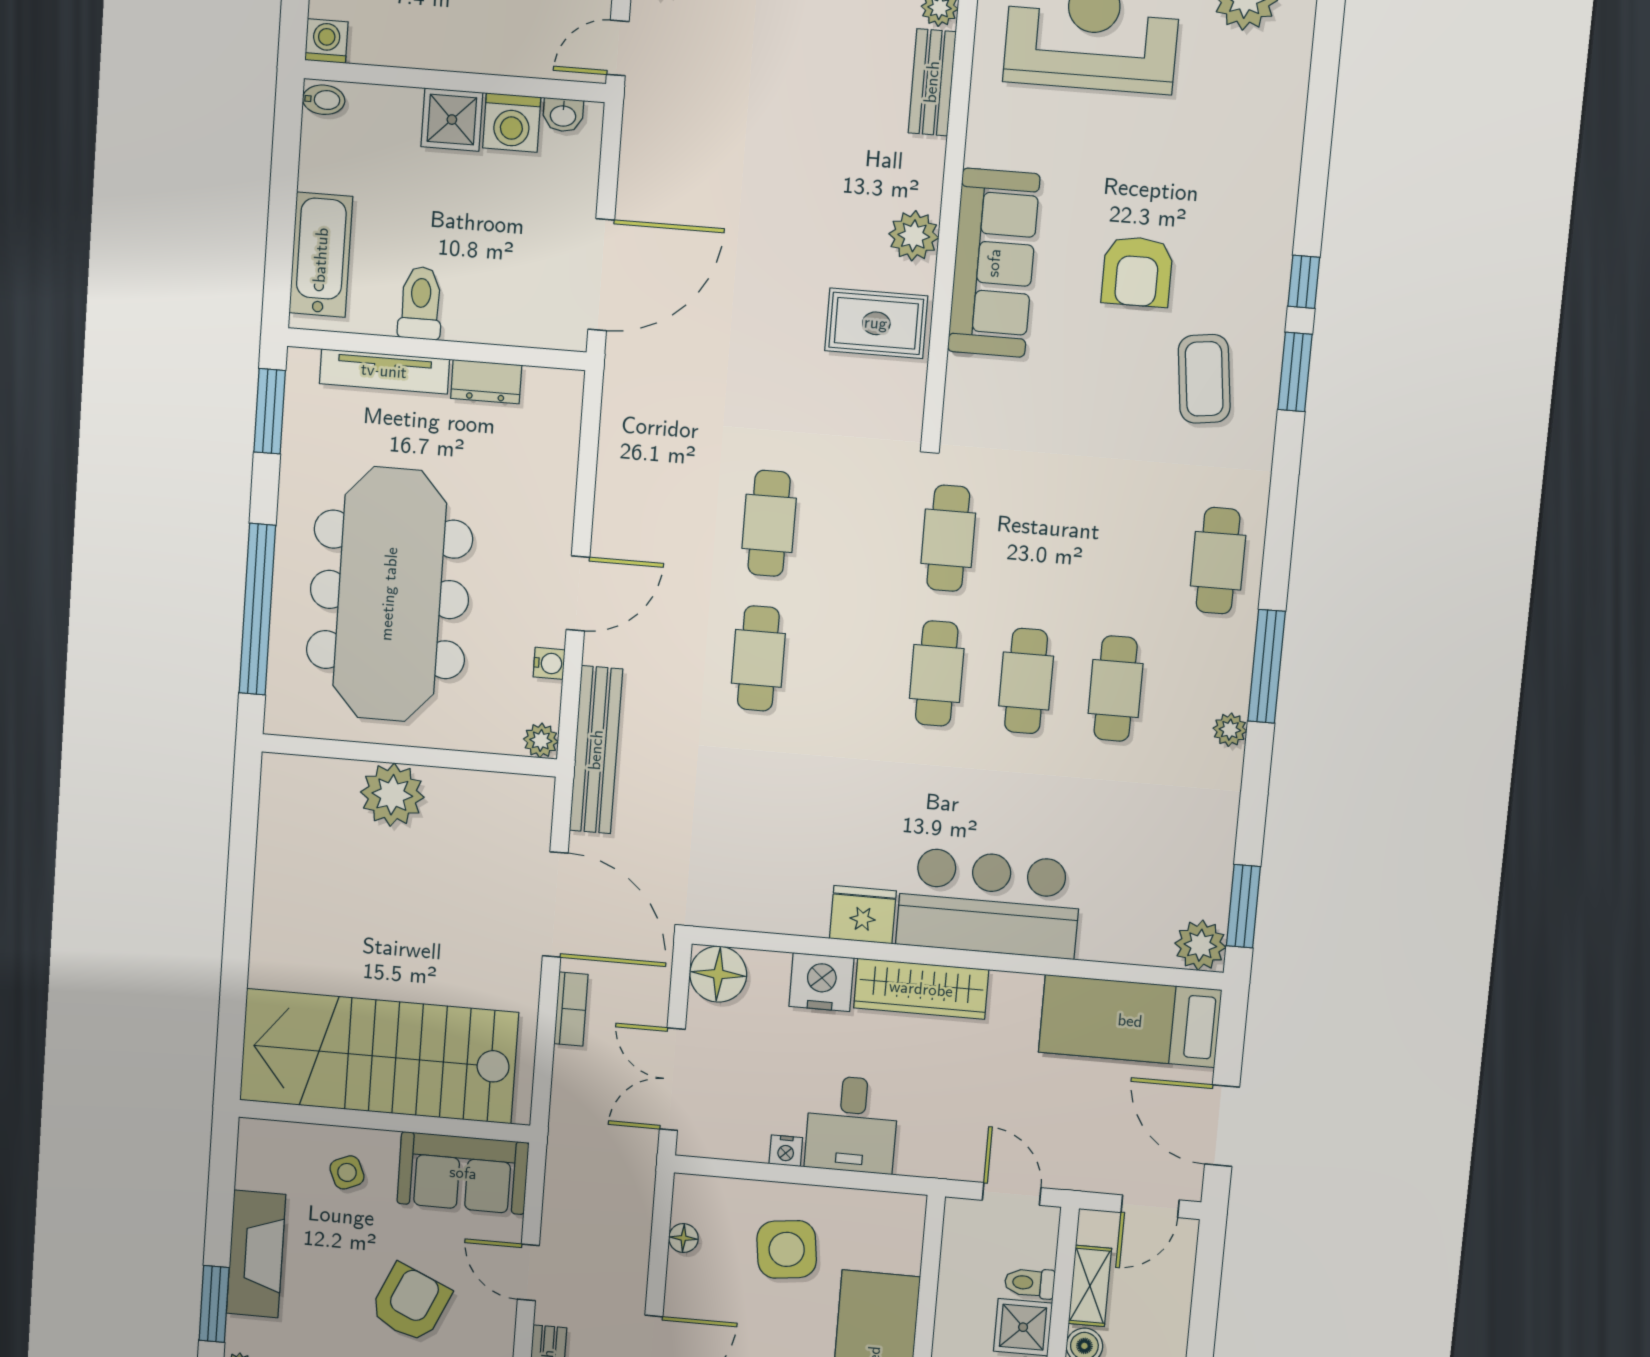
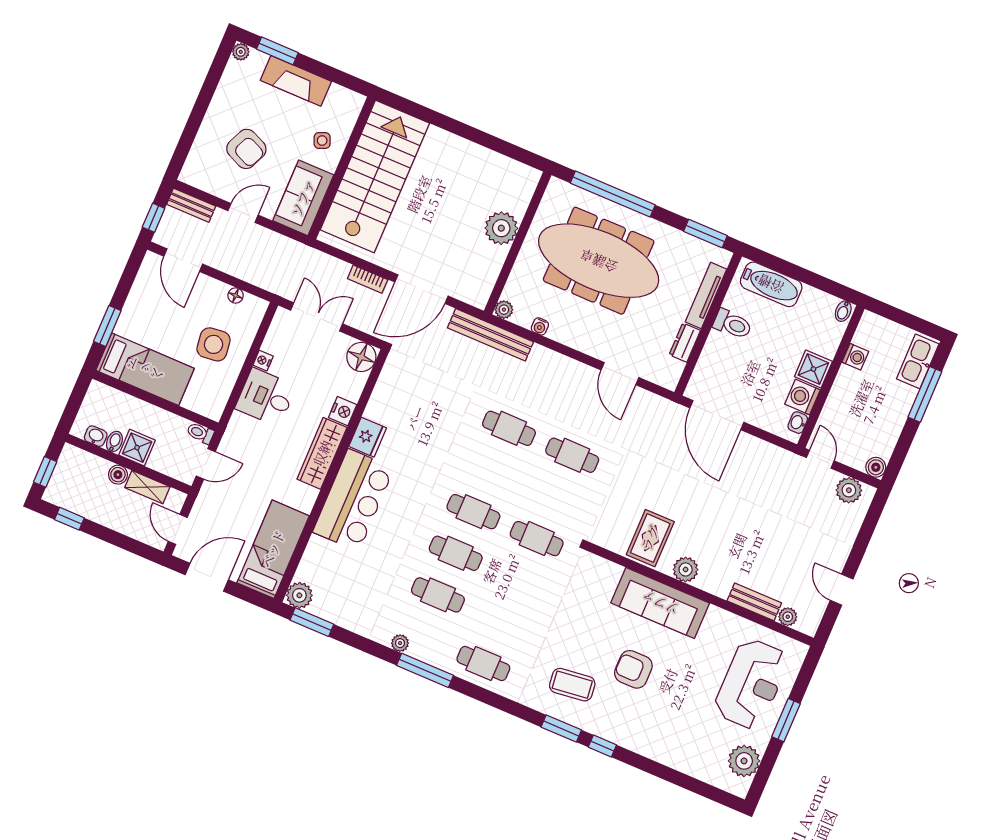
washing machine: (326, 41) -> (855, 357), moved
door: (578, 593) -> (620, 374), moved
nightstand: (821, 982) -> (343, 411), width x0.74, depth x0.75
toilet: (1030, 1283) -> (200, 433), moved, turned -90

